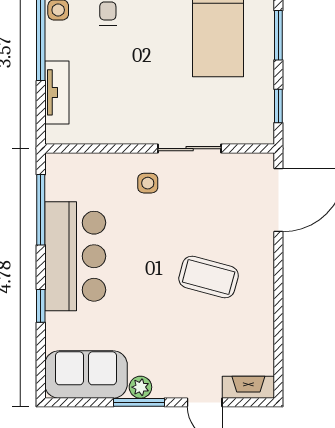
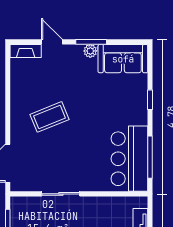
side table: (148, 183) -> (86, 173), removed
bar counter: (75, 256) -> (129, 159), moved
coffee table: (209, 277) -> (50, 117), turned -37

